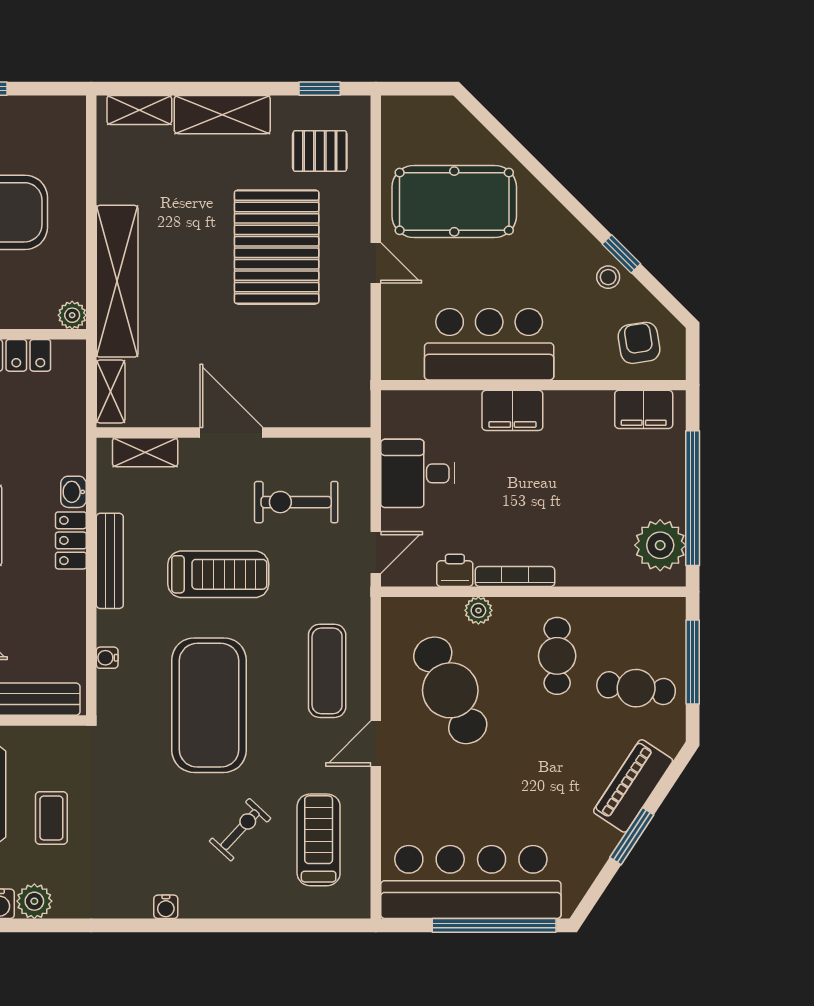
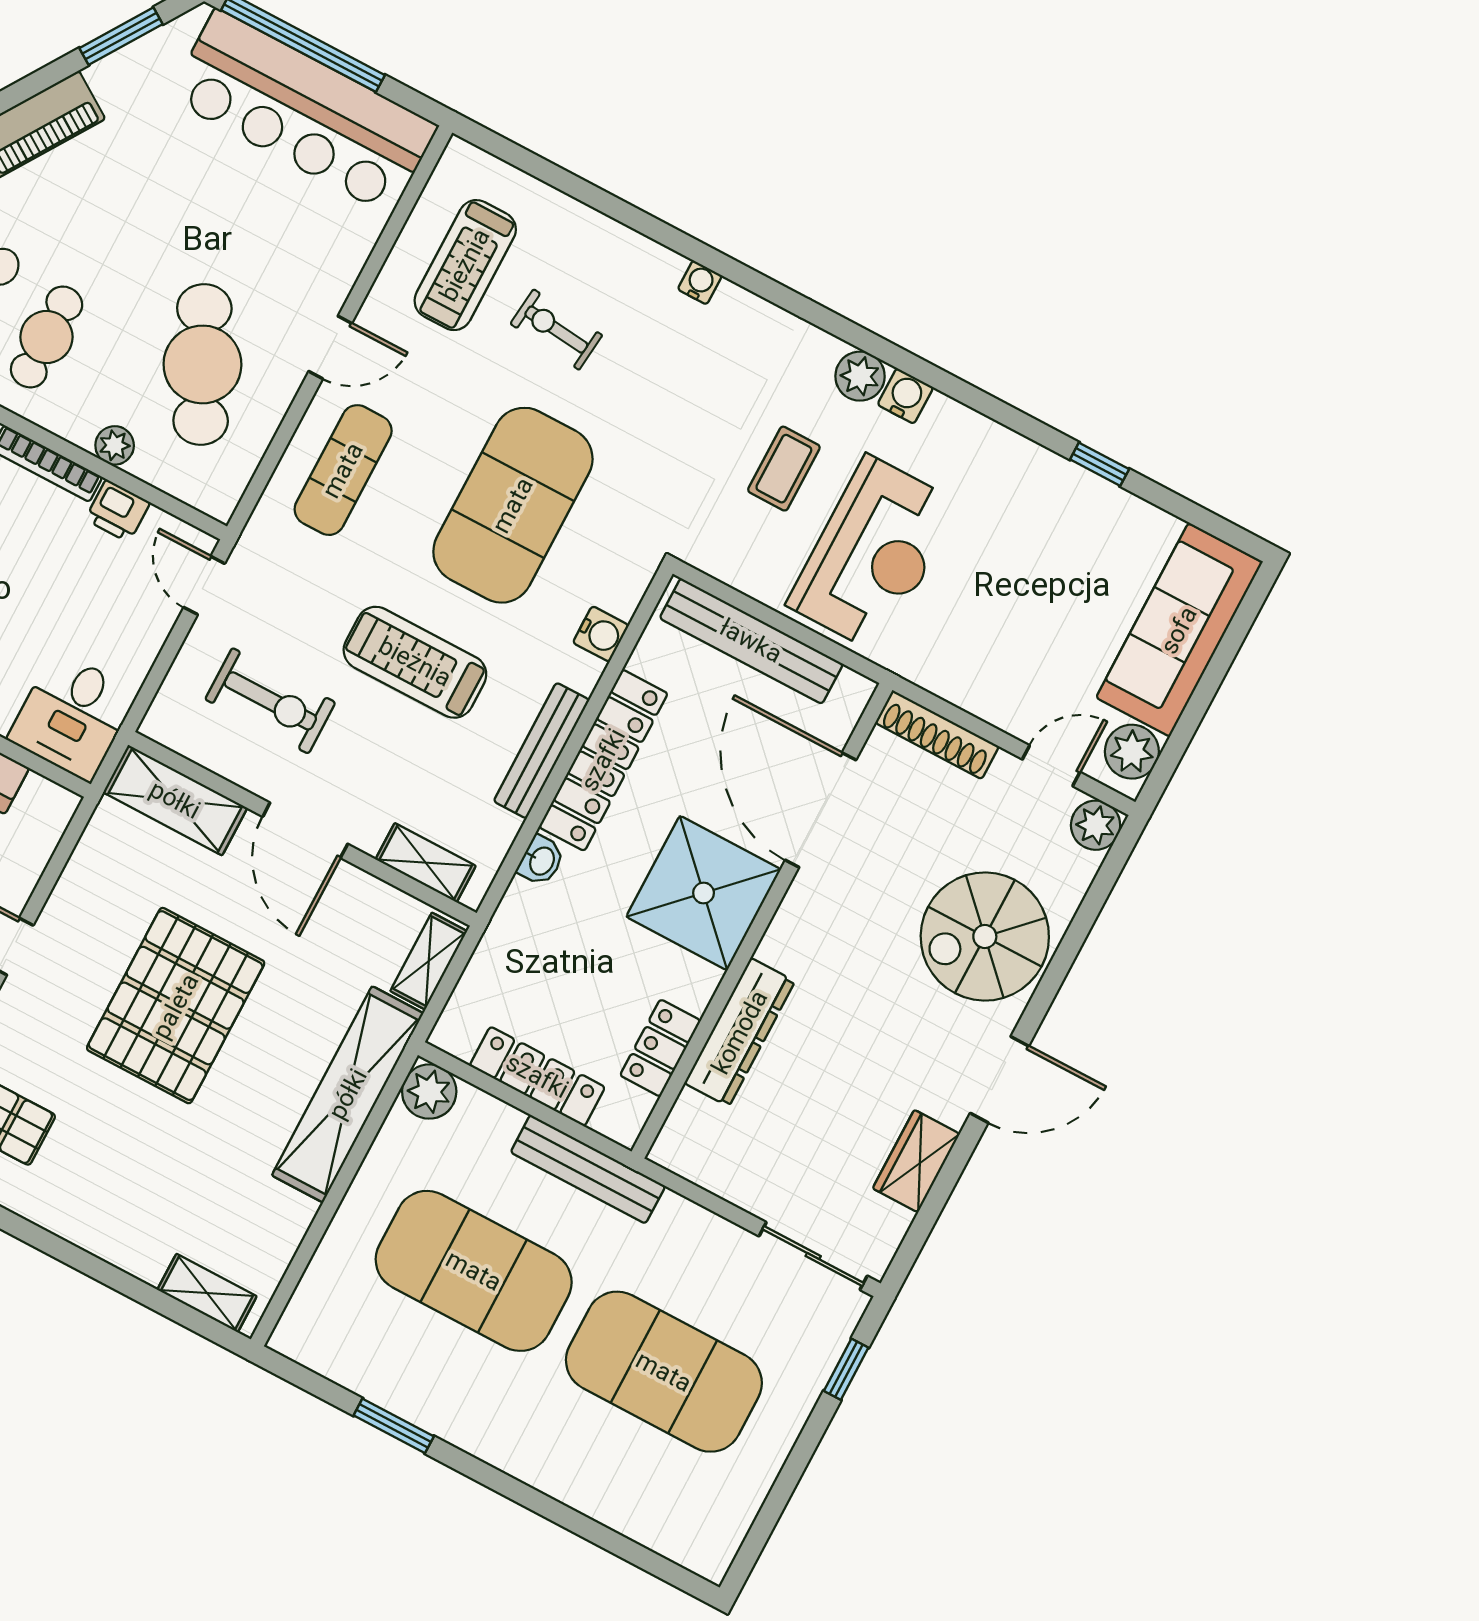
shelving: (222, 115) -> (175, 800), moved
pallet: (277, 247) -> (176, 1006), moved
plant: (72, 315) -> (429, 1092), width x1.38, depth x1.38
desk: (418, 473) -> (72, 716), moved, turned 90
locker: (71, 540) -> (603, 760), width x2.16, depth x1.21
door: (376, 552) -> (204, 585), hinge flipped
water cooler: (107, 658) -> (601, 634), width x1.38, depth x1.38
exercise bike: (240, 830) -> (556, 330), turned 53
window: (632, 836) -> (121, 36), moved

